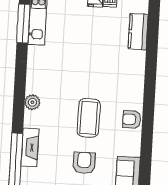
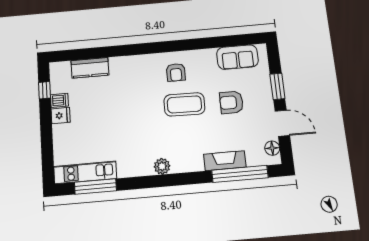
plant: (32, 102) -> (162, 166), moved
armchair: (132, 119) -> (176, 72), moved

